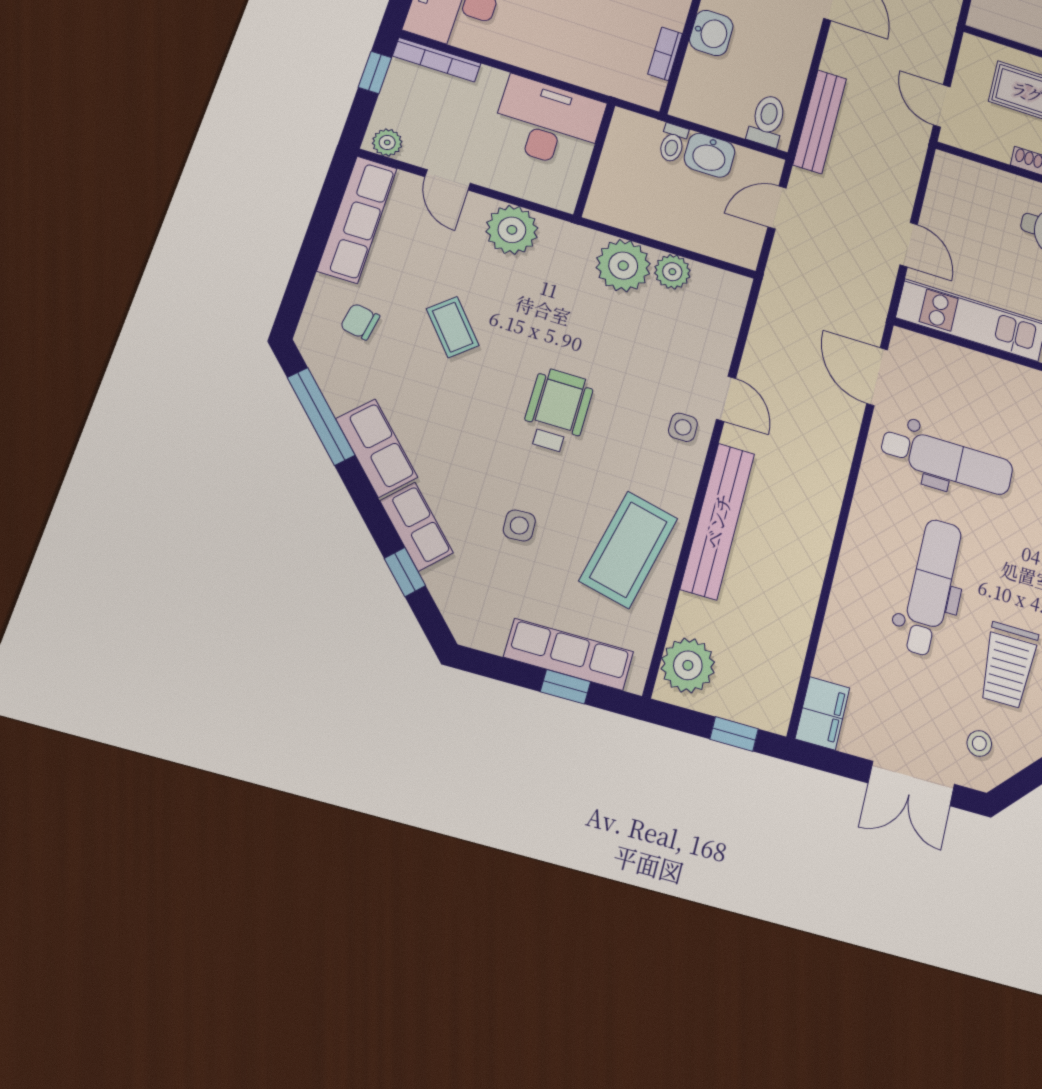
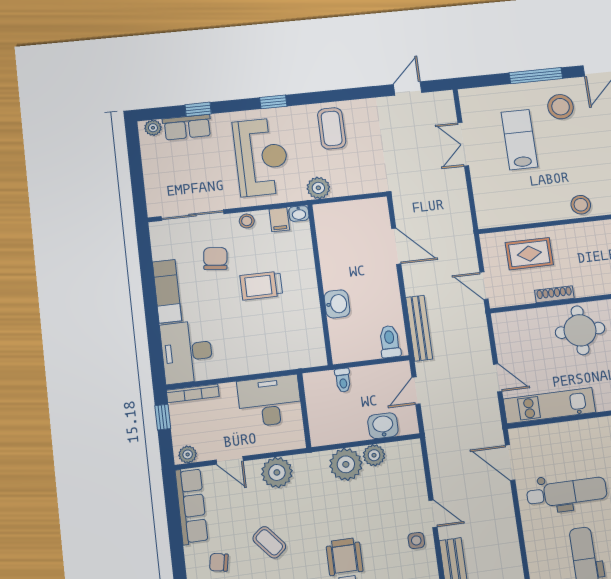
bookcase: (665, 54) -> (317, 329), removed
washbasin: (710, 155) -> (383, 426), moved, turned 180

